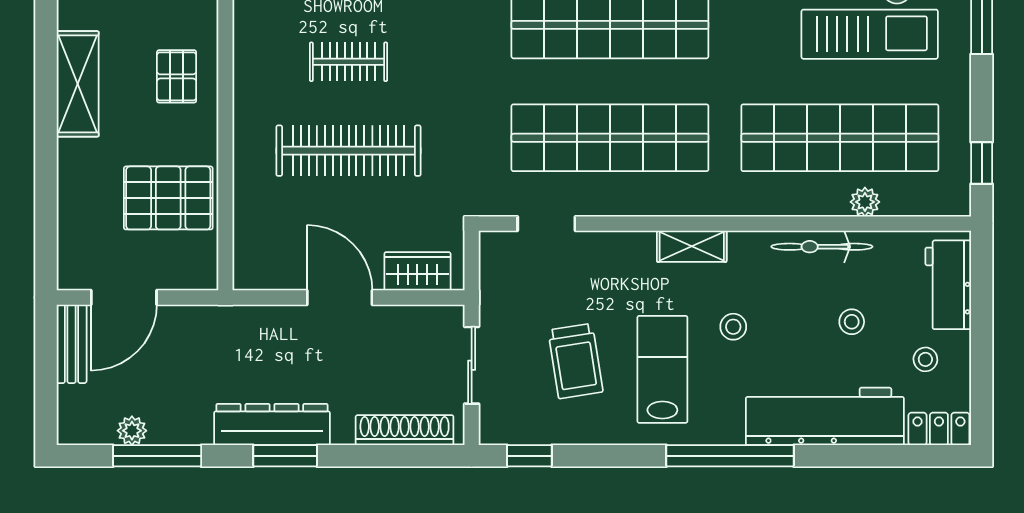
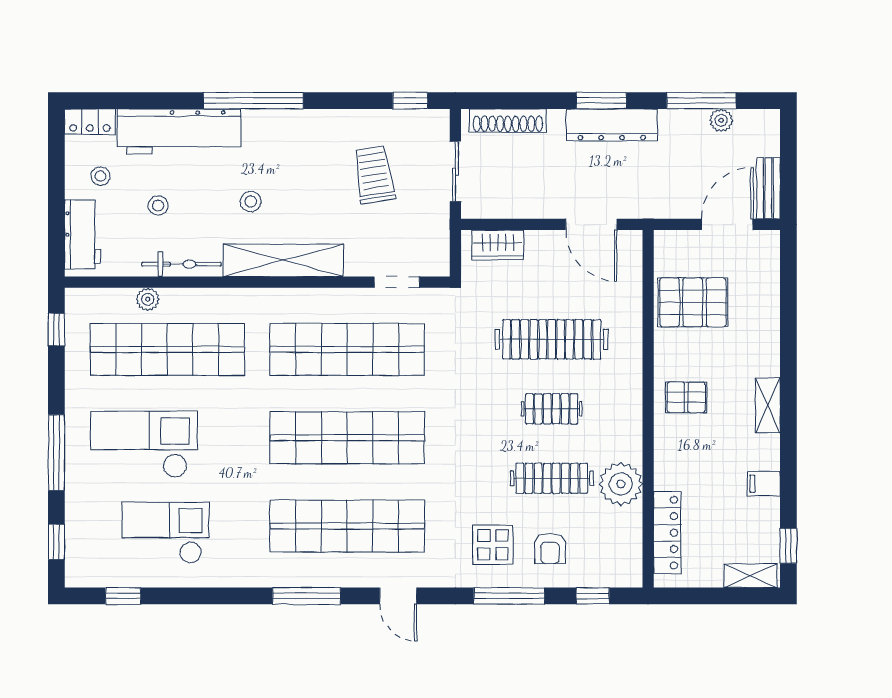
pallet: (177, 76) -> (686, 397), turned 90
shelving: (78, 84) -> (768, 405), width x0.67, depth x0.75
shelving: (692, 246) -> (283, 260), width x2.20, depth x1.33
door: (340, 297) -> (591, 224), moved
lab bench: (662, 369) -> (306, 168), removed

